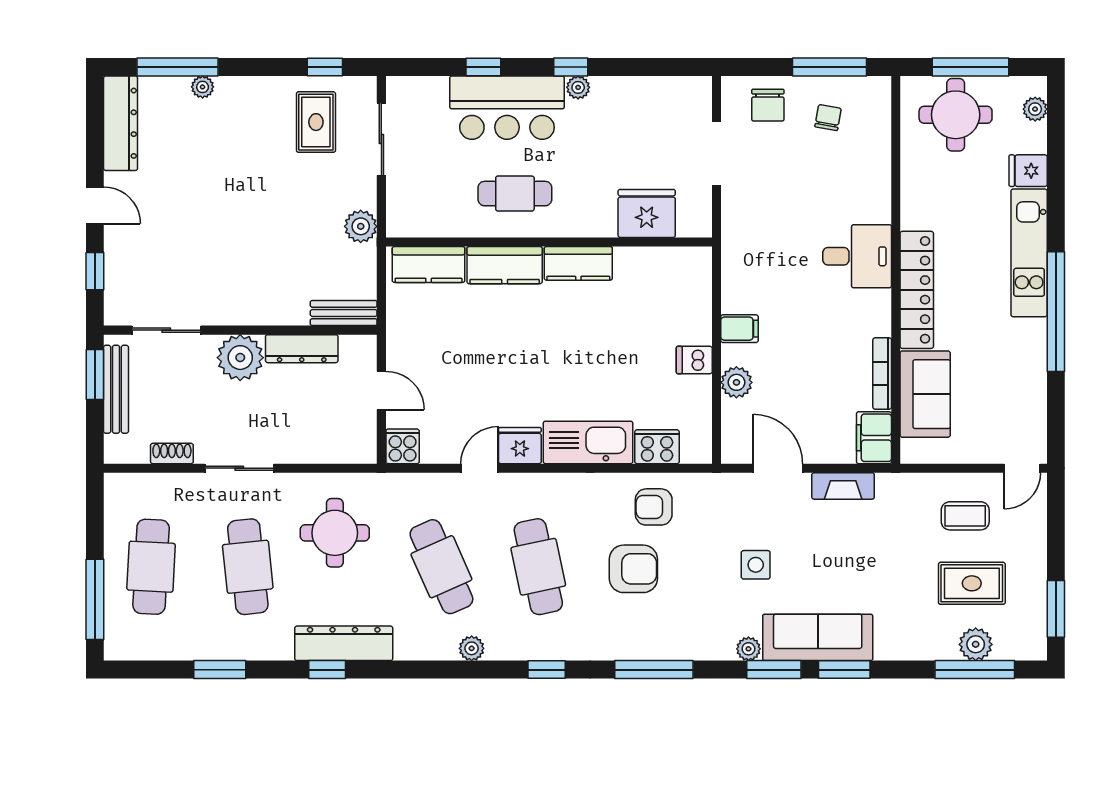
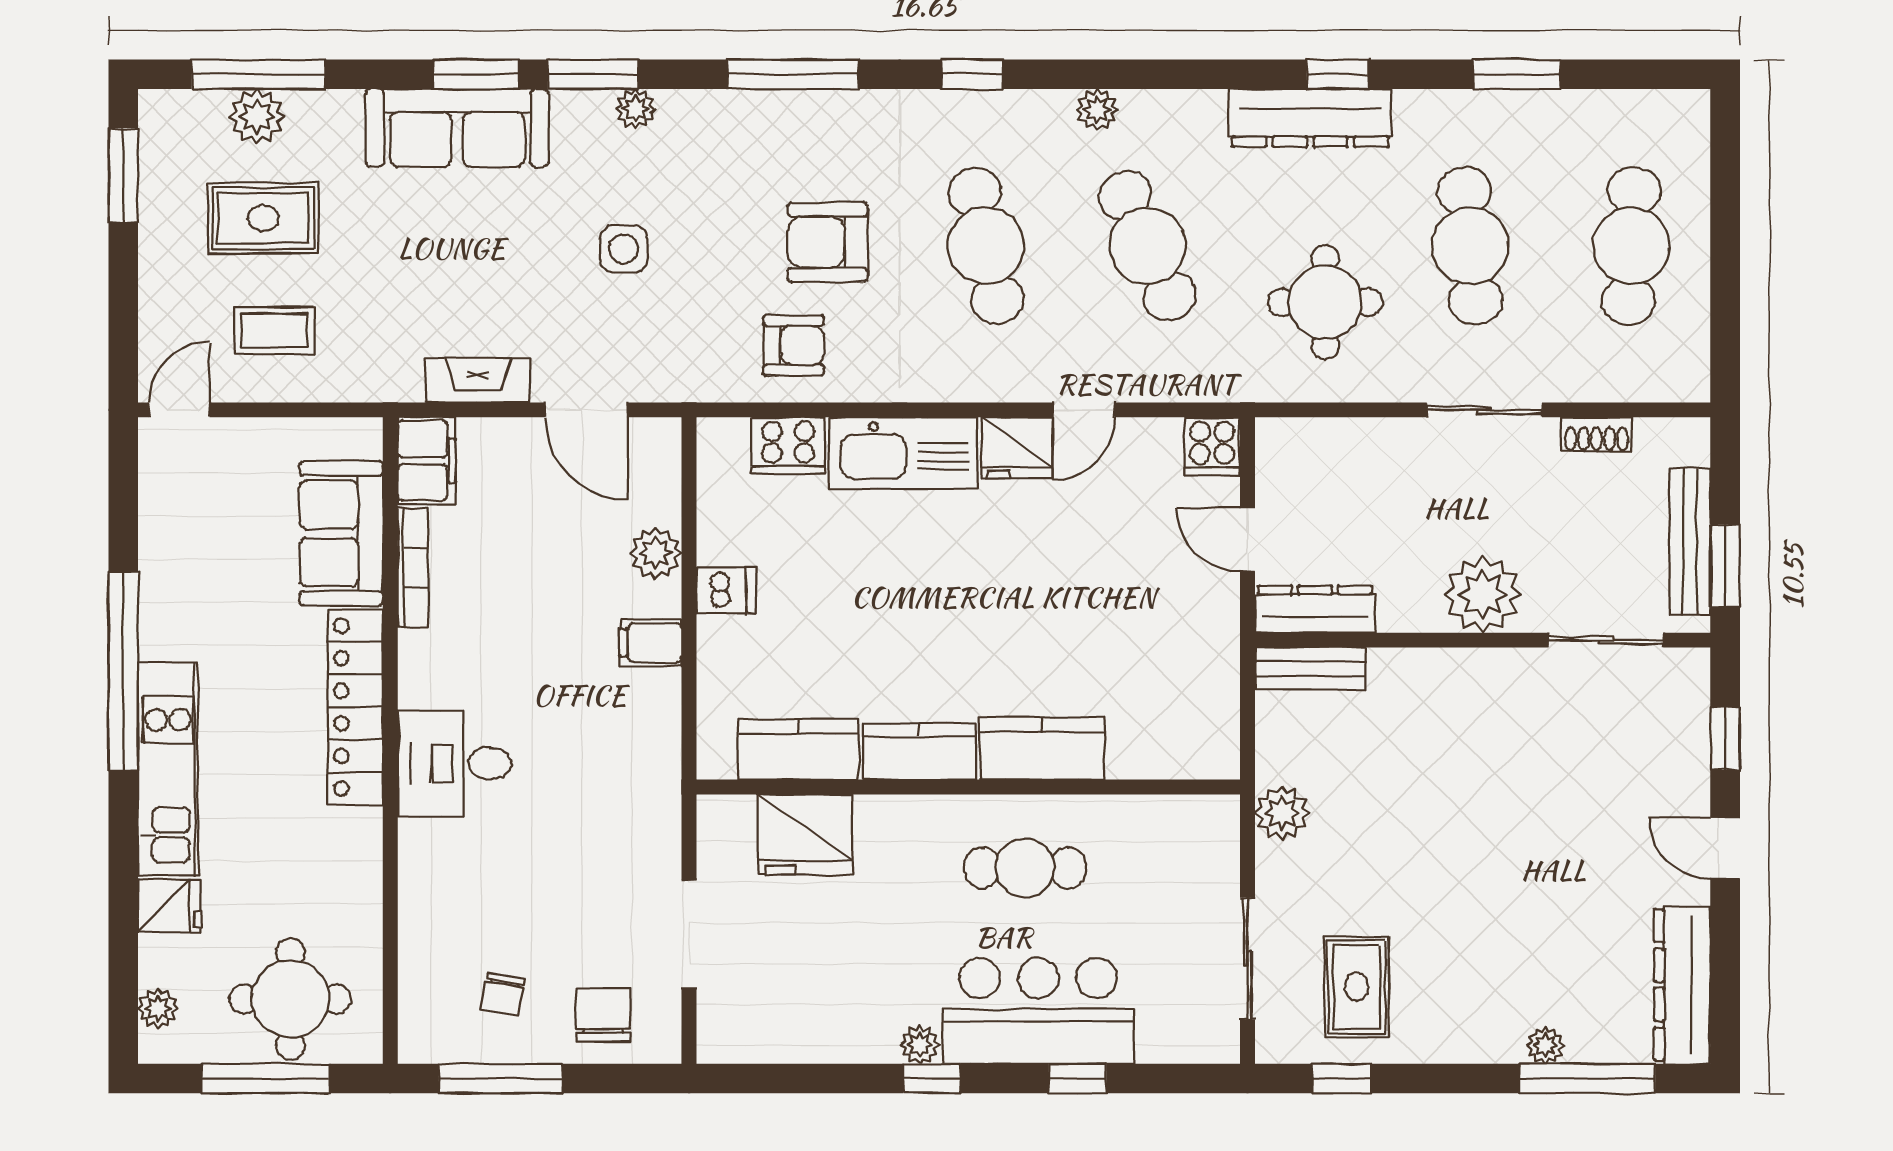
kitchen counter: (429, 264) -> (799, 750), moved
dresser: (302, 349) -> (1315, 609), moved
window: (95, 599) -> (1725, 191), removed
sofa: (818, 637) -> (457, 128), moved

